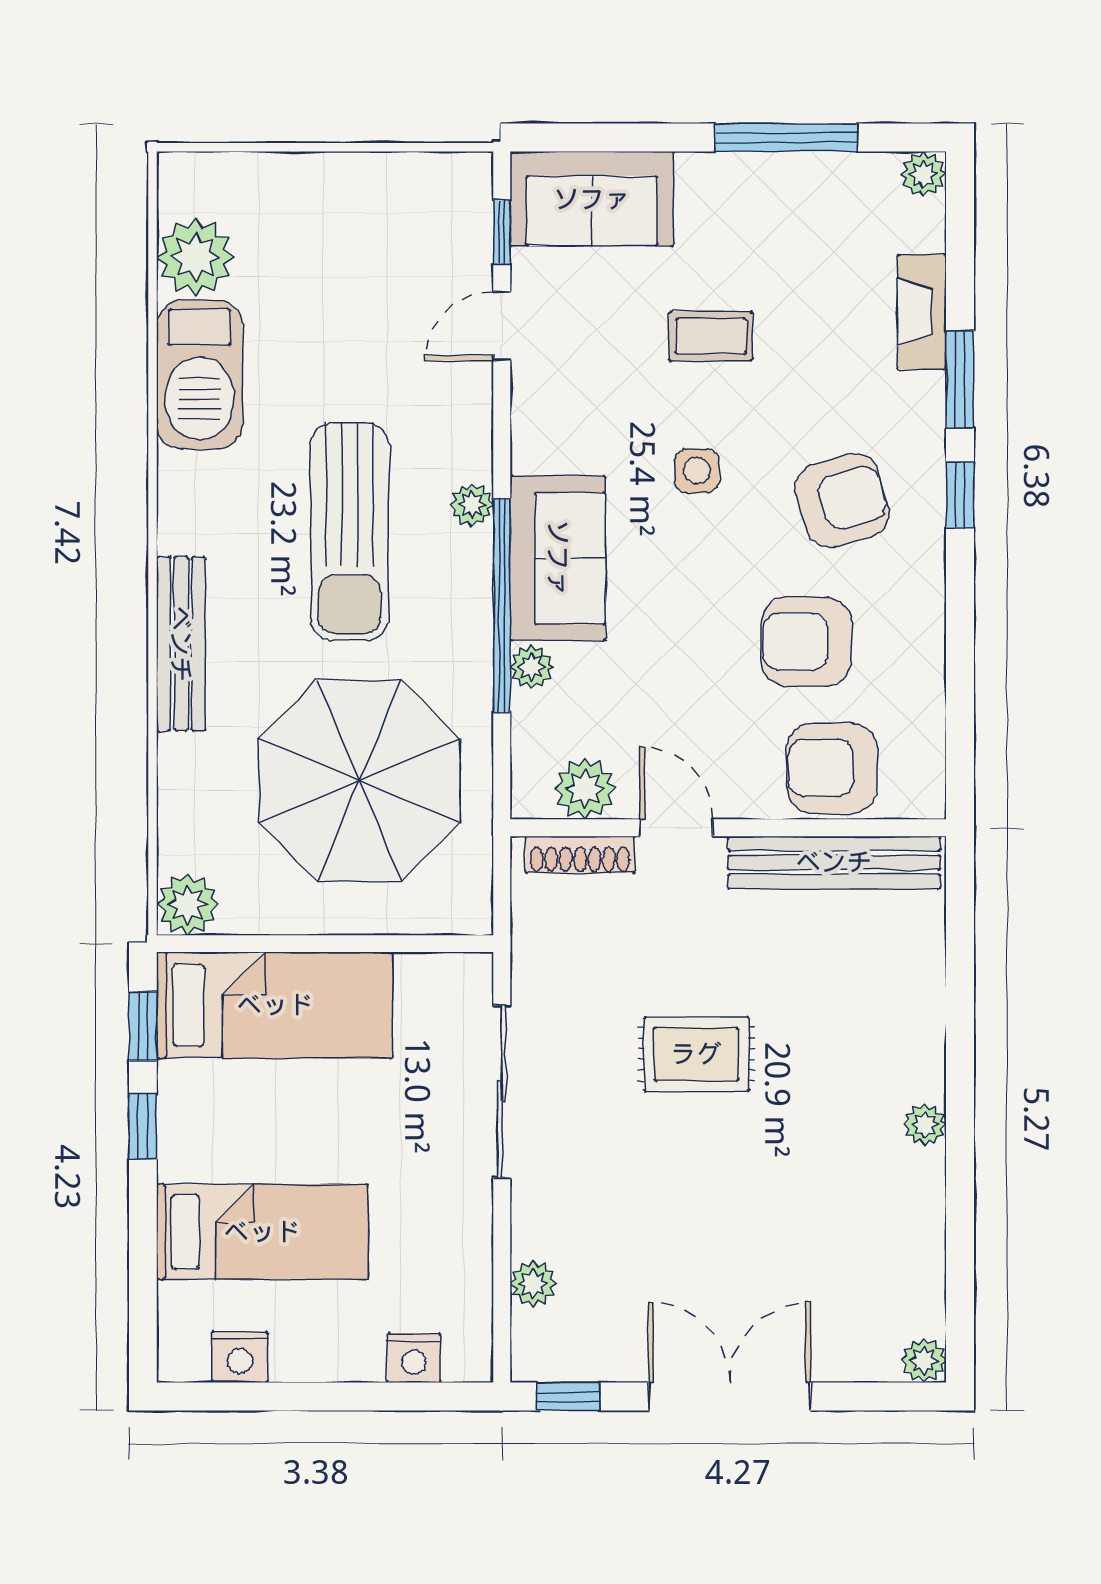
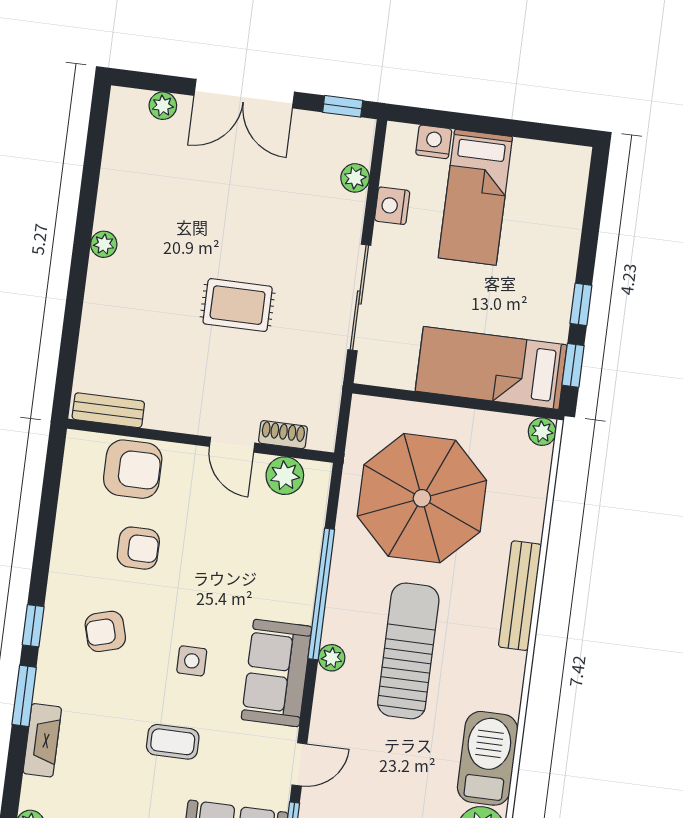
armchair: (842, 500) -> (105, 631), width x0.72, depth x0.72
sofa: (558, 558) -> (277, 673), moved
armchair: (806, 642) -> (138, 548), width x0.72, depth x0.72
plant: (532, 667) -> (308, 554), removed
shoe rack: (580, 855) -> (283, 435), width x0.70
bench: (834, 862) -> (108, 410), width x0.54, depth x0.82
plant: (188, 905) -> (542, 432), width x0.73, depth x0.73
bed: (262, 1232) -> (475, 197), moved, turned -90
nightstand: (240, 1357) -> (392, 206), moved, turned -90
plant: (924, 1360) -> (163, 106), moved

